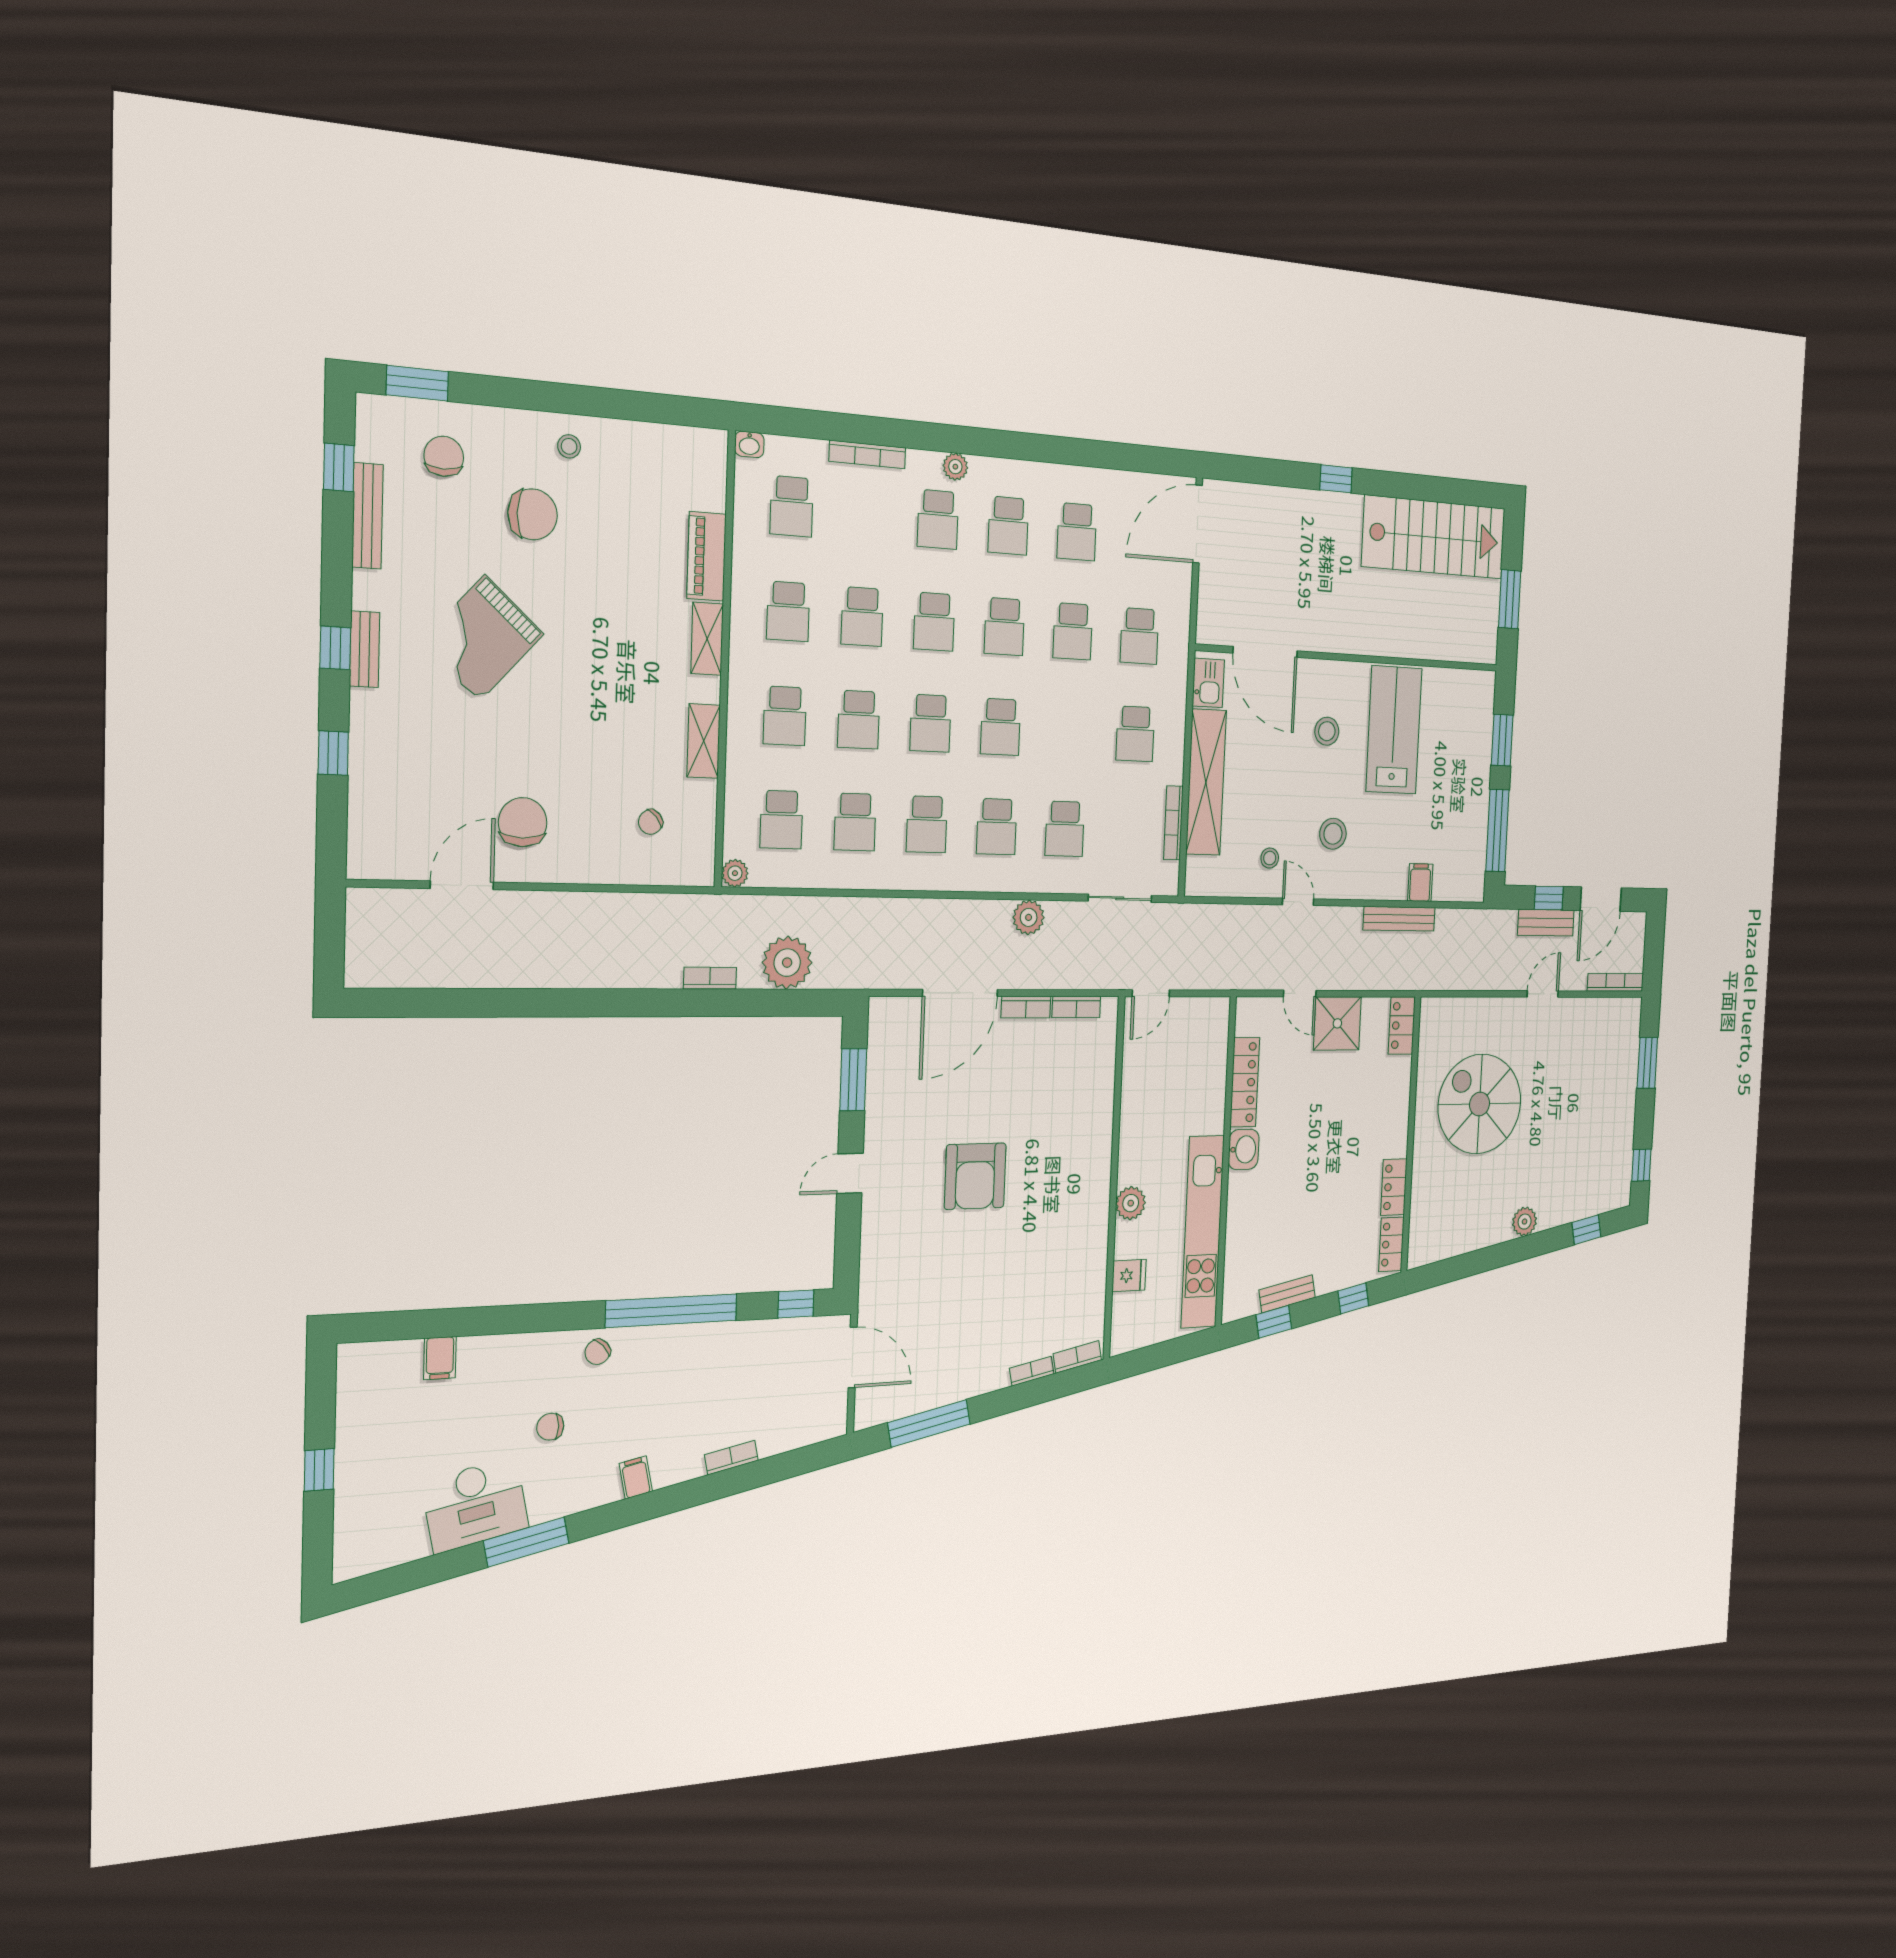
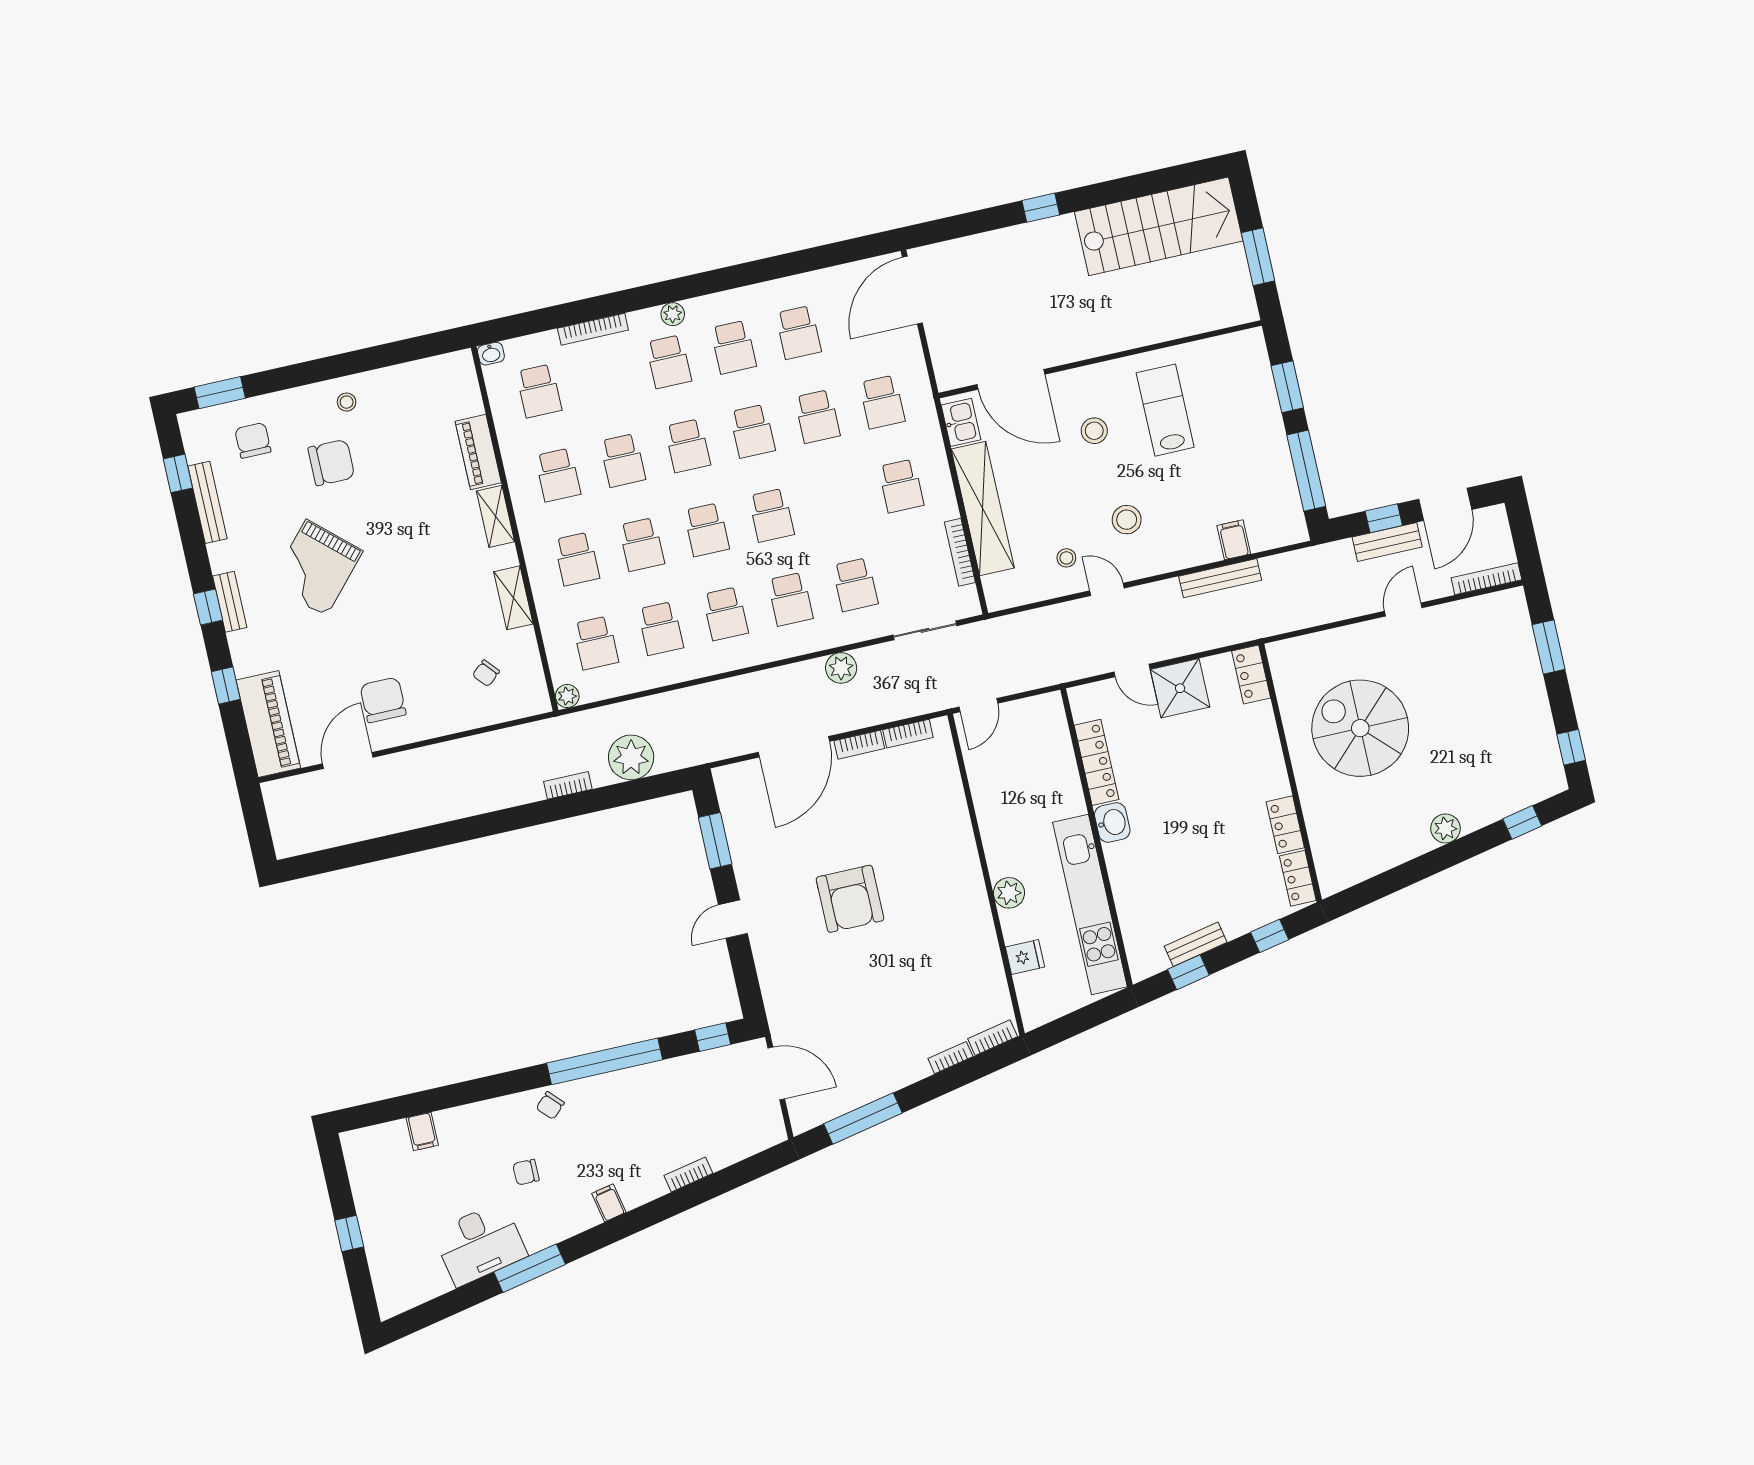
lab bench: (1394, 730) -> (1165, 410), width x0.73, depth x0.72
piano: (375, 815) -> (268, 724), added

